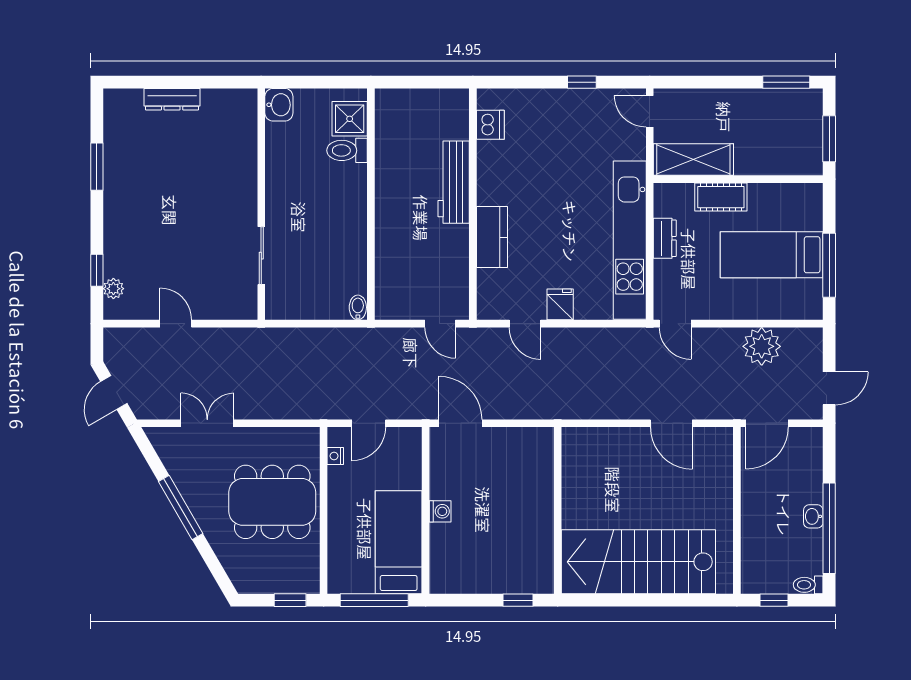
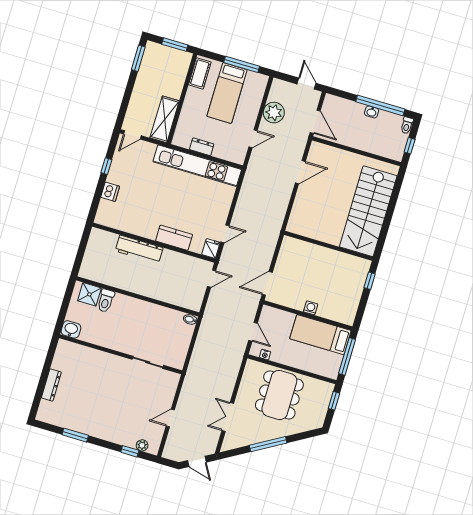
dishwasher: (490, 125) -> (110, 192), moved, turned 90
cot: (721, 197) -> (200, 73), moved
fridge: (560, 304) -> (211, 249), moved, turned 90
door: (675, 324) -> (253, 139), moved

